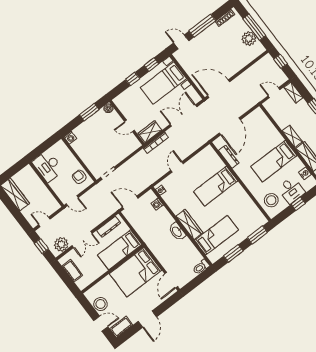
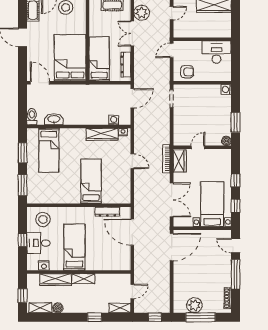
door: (181, 42) -> (236, 246), swing flipped
wardrobe: (189, 224) -> (102, 134), moved
washbasin: (177, 232) -> (54, 119), moved

